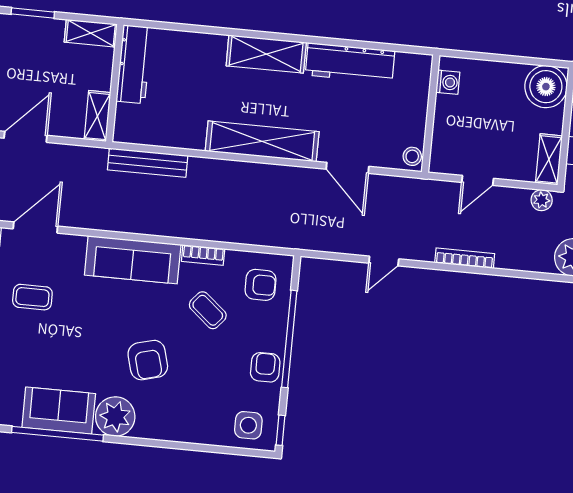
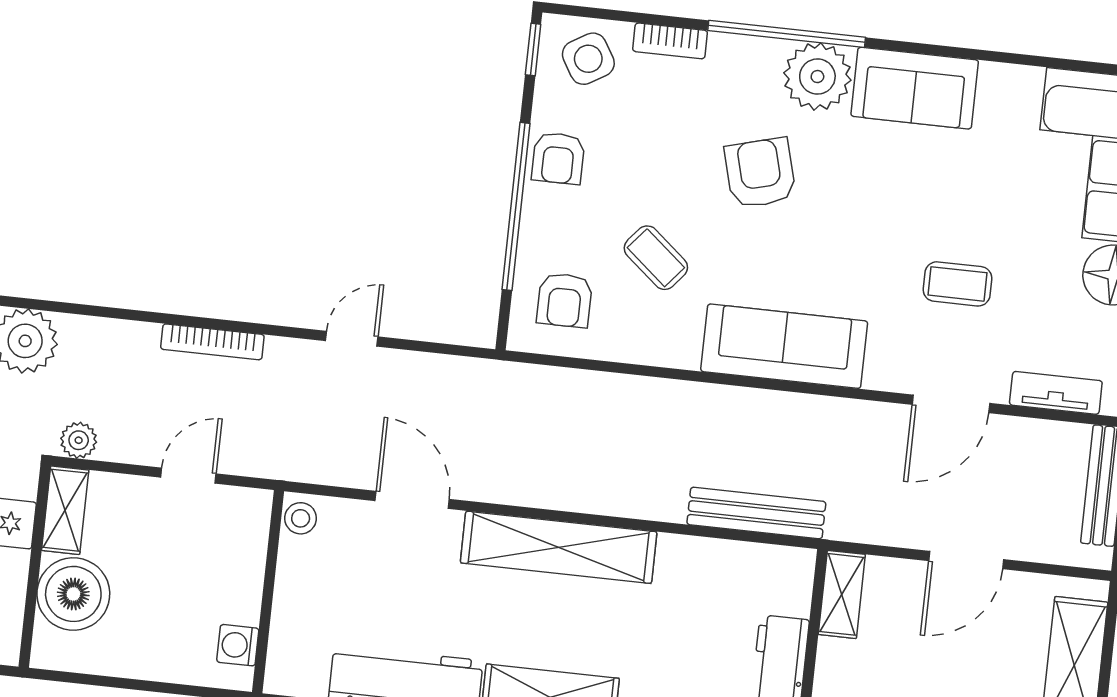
boiler: (546, 87) -> (73, 594), moved
bookcase: (203, 255) -> (670, 41), moved, turned 180
armchair: (261, 285) -> (564, 300), turned -90
side table: (248, 425) -> (588, 59), turned -31
window: (58, 434) -> (787, 34), moved

